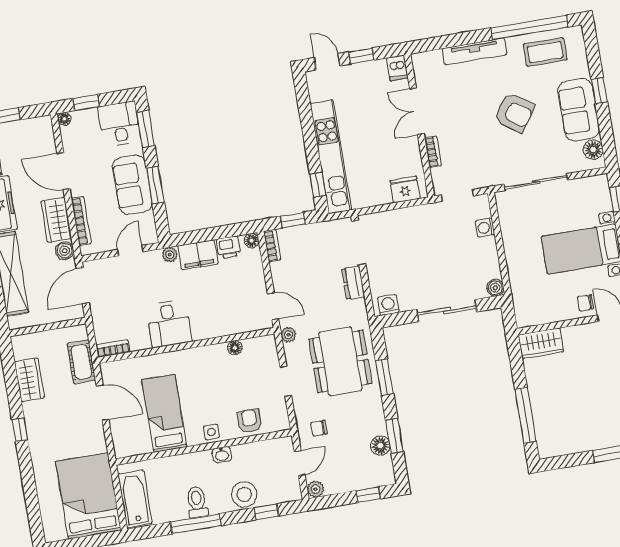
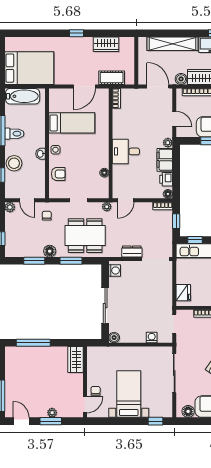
desk: (169, 323) -> (126, 151), moved
floor lamp: (380, 446) -> (50, 251), moved

